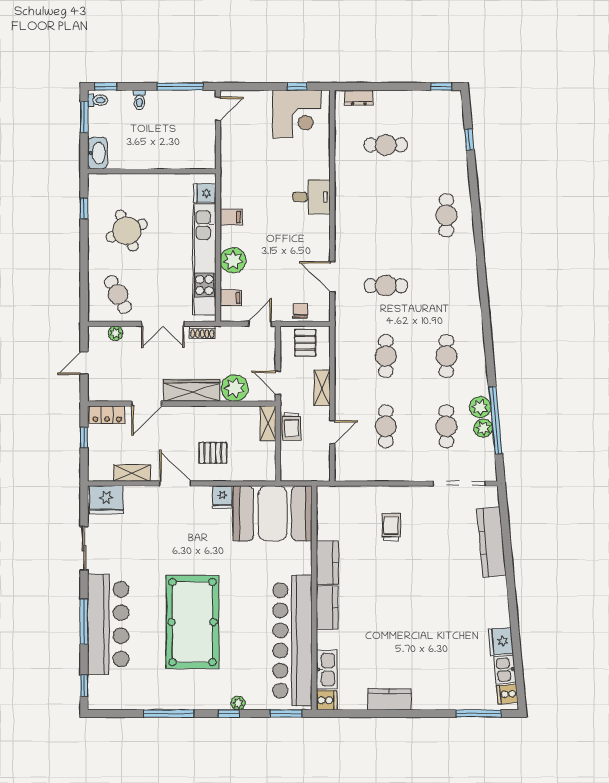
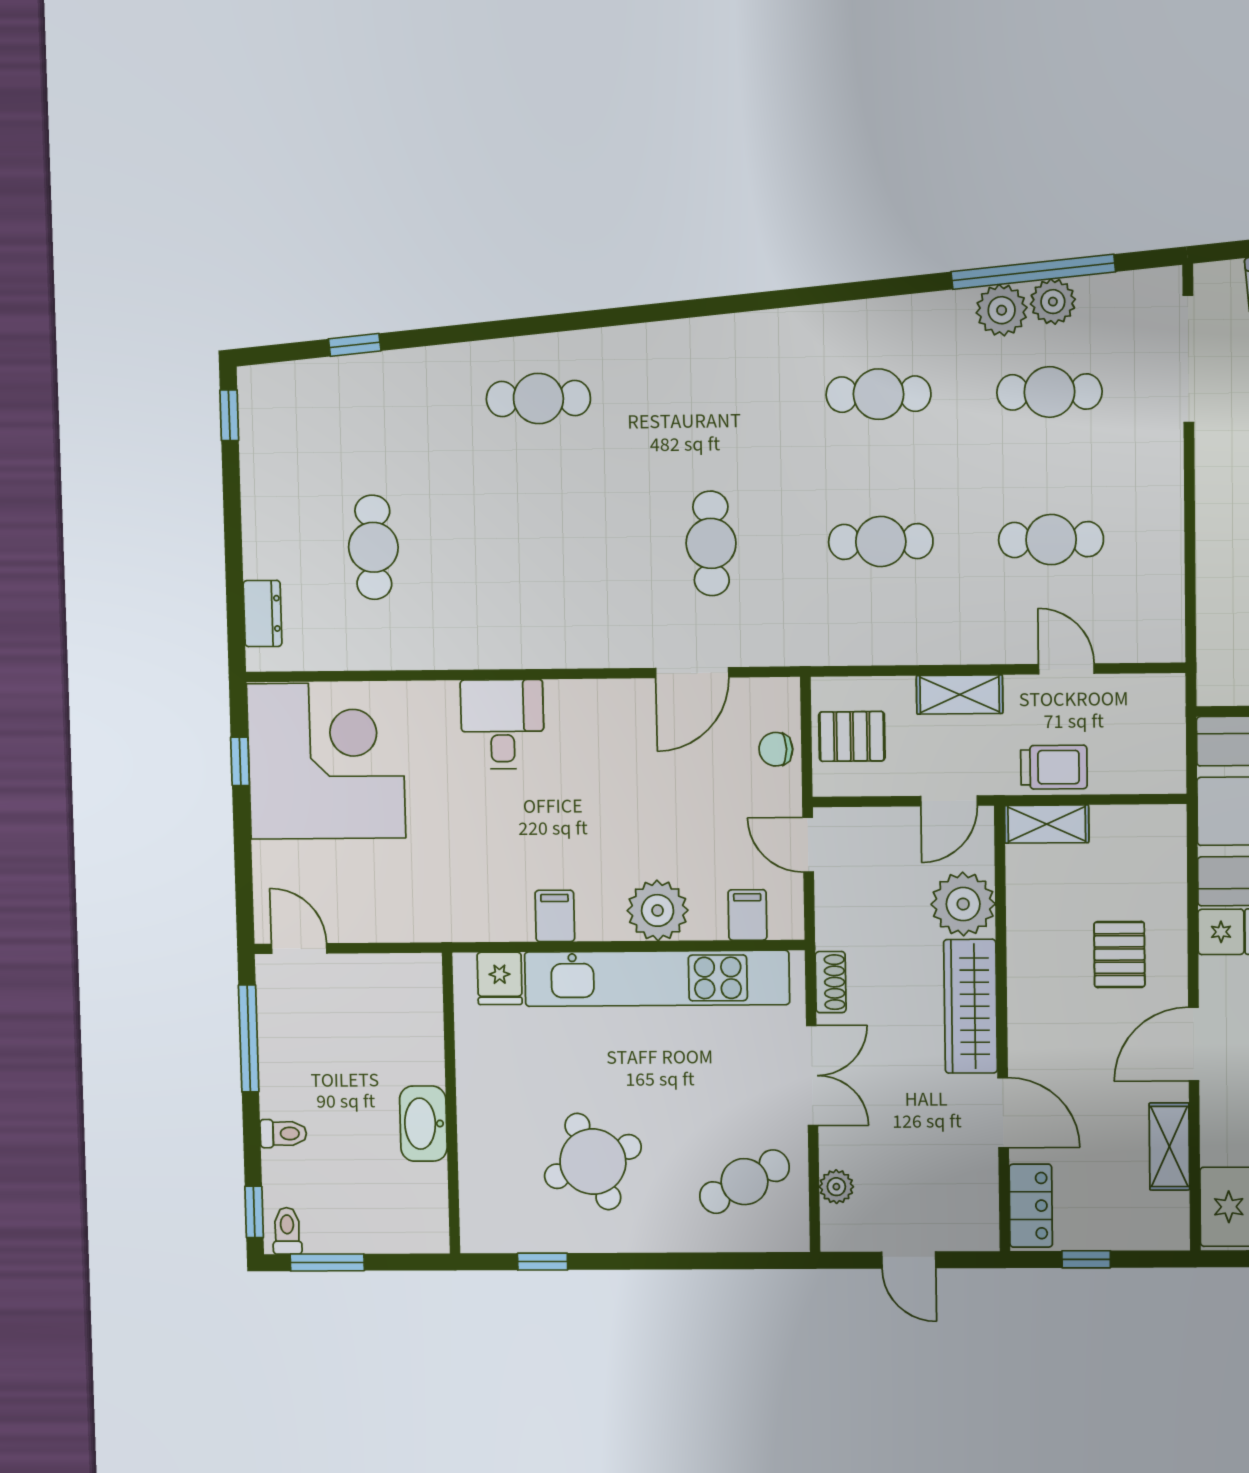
corner desk: (297, 114) -> (326, 761), width x1.36, depth x1.36
washbasin: (97, 153) -> (423, 1124), moved, turned -90

